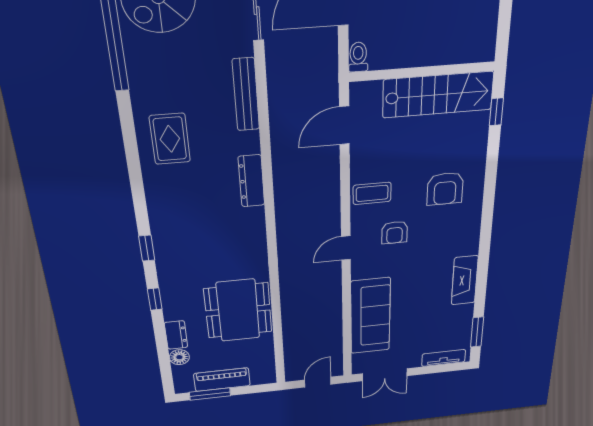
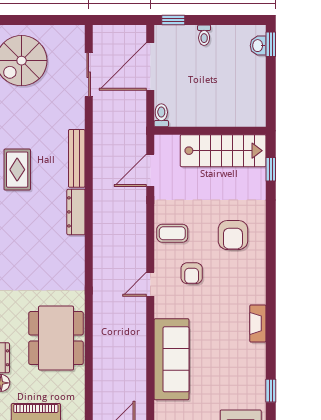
bench: (246, 95) -> (77, 158), moved
fireplace: (465, 280) -> (258, 323), width x0.73, depth x0.76
window: (477, 332) -> (271, 391), width x0.67

